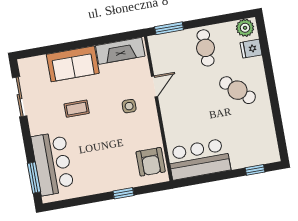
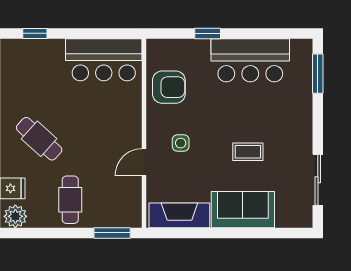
armchair: (151, 162) -> (169, 87), moved, turned 90
bar counter: (53, 164) -> (250, 60), moved, turned -90

